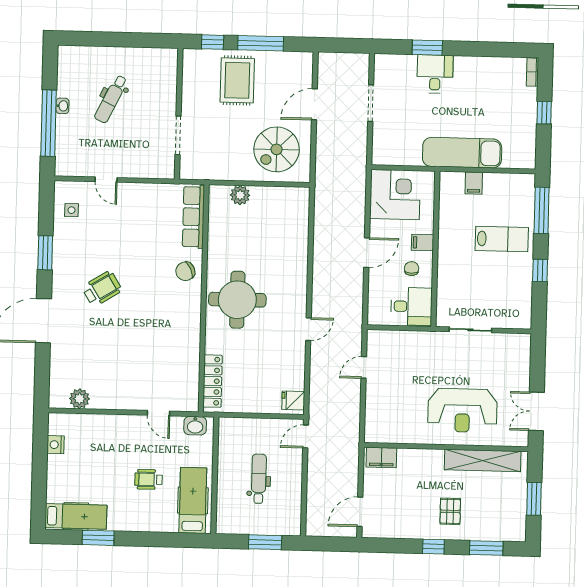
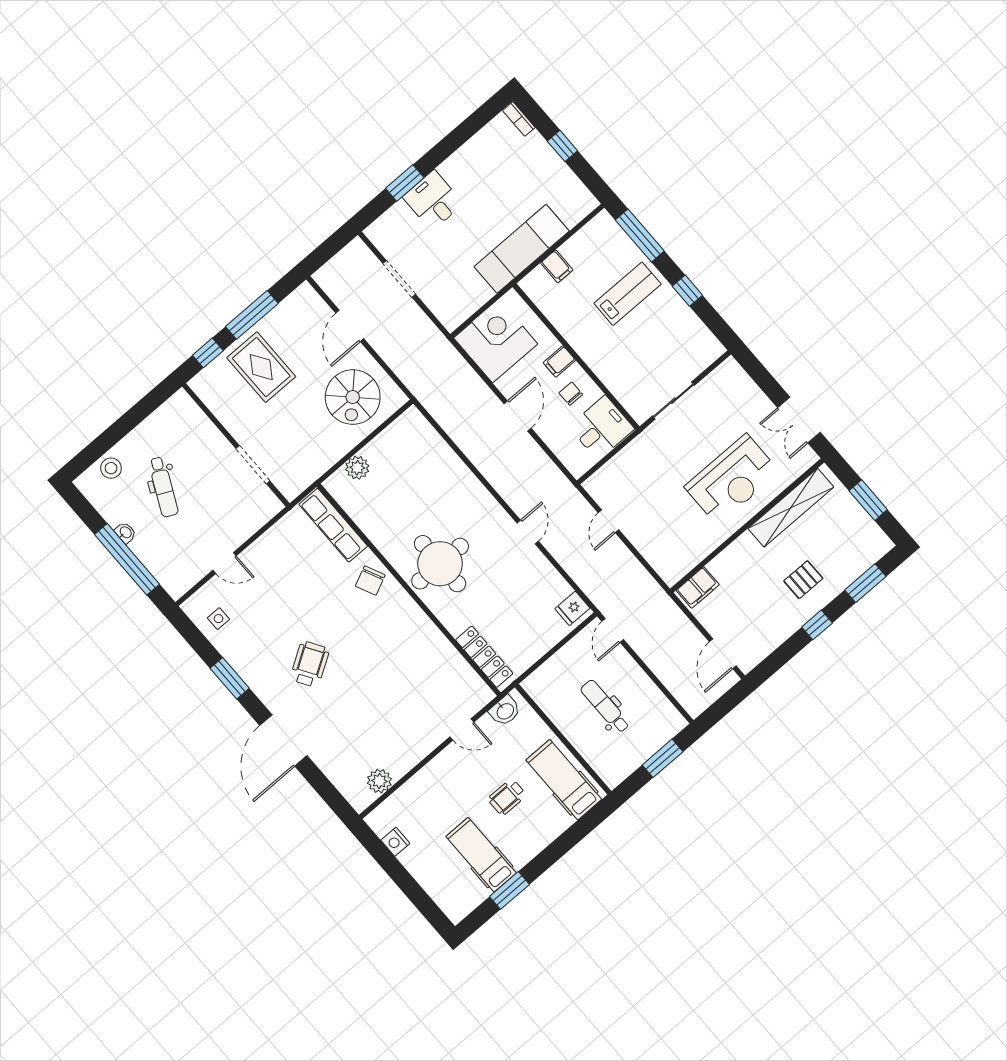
stool: (89, 59) -> (111, 468), added
pallet: (450, 511) -> (803, 580), turned 90
hospital bed: (76, 516) -> (481, 855), moved, turned -90

